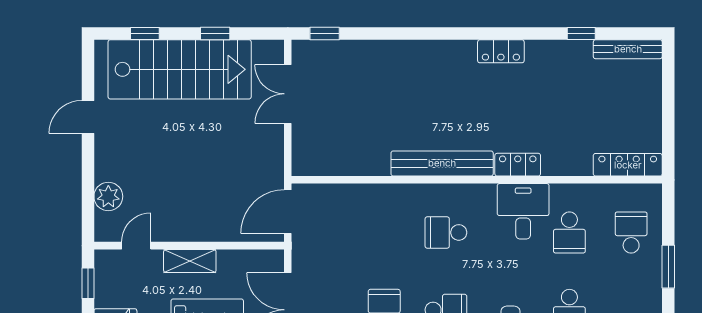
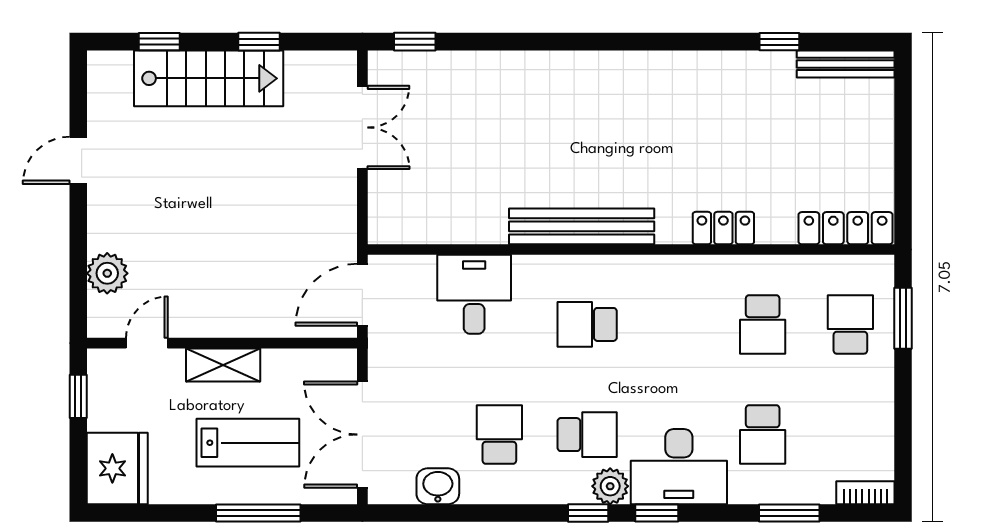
locker: (501, 51) -> (665, 67), removed
stairs: (180, 69) -> (209, 78), width x0.73, depth x0.66
double door: (288, 94) -> (362, 127), swing flipped
locker: (518, 165) -> (723, 228), moved
desk: (523, 211) -> (474, 294), moved
window: (668, 267) -> (903, 318), moved

